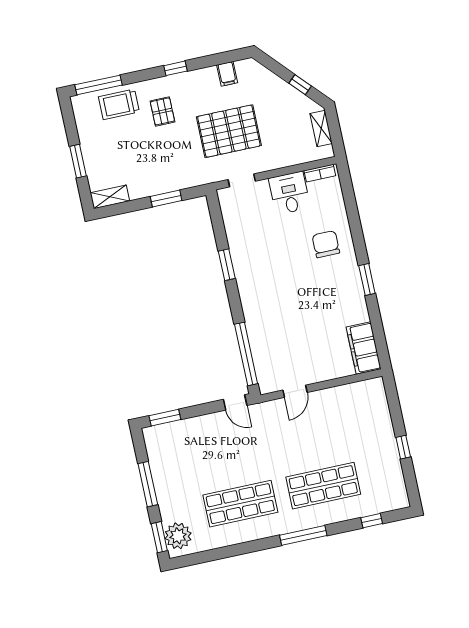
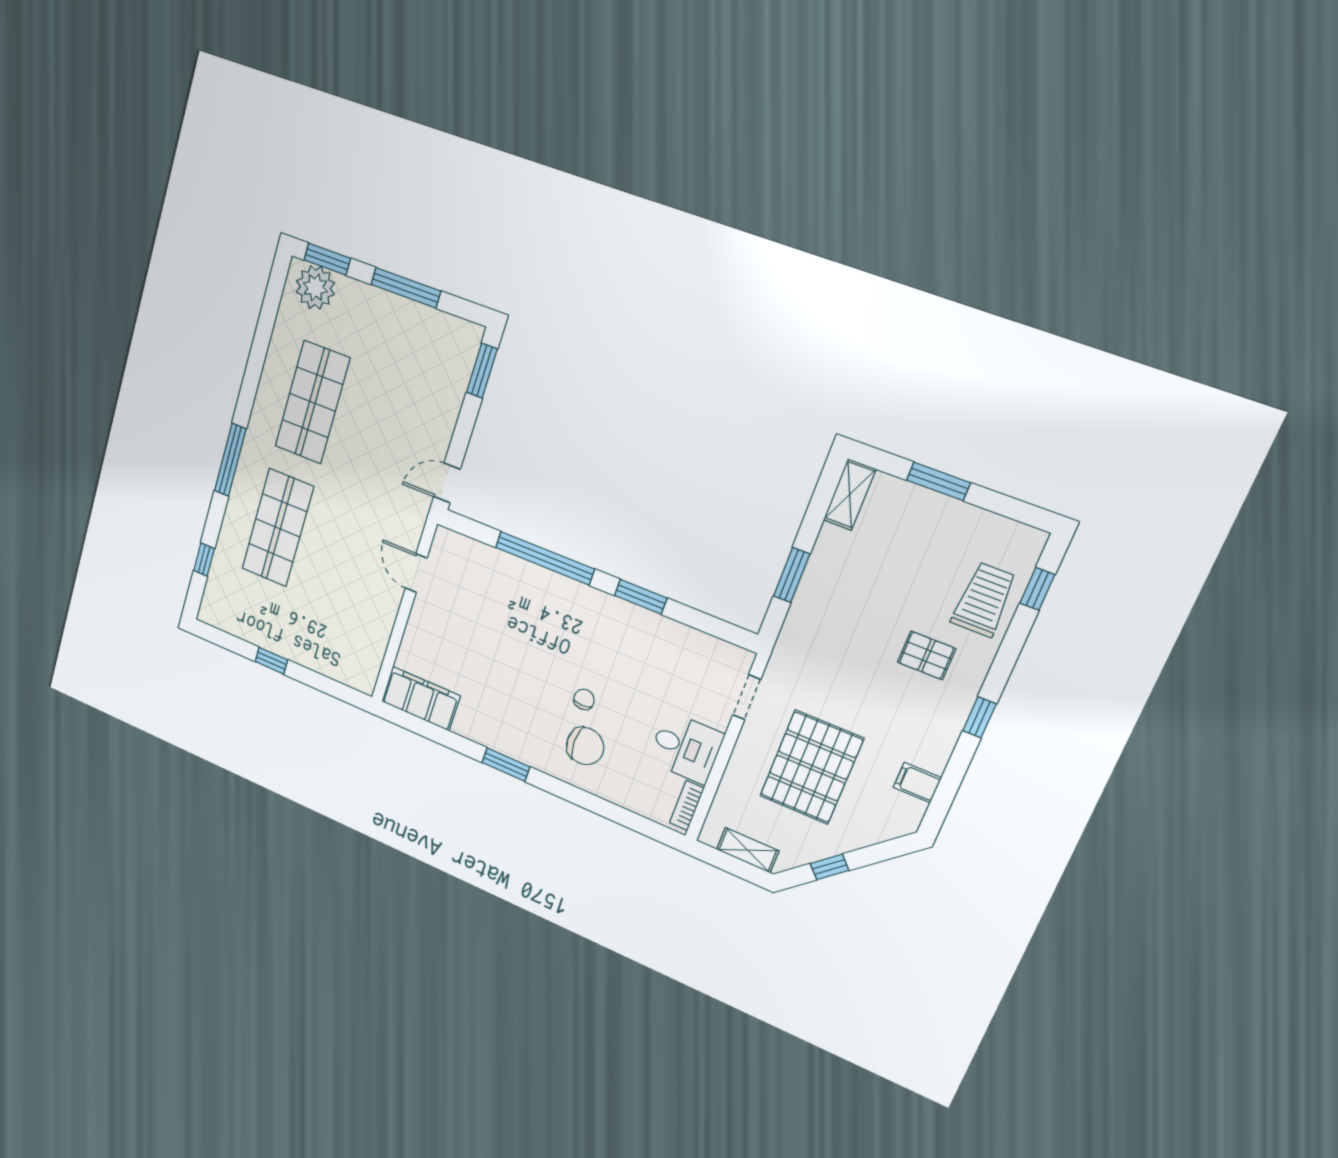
window: (98, 85) -> (1037, 589), width x0.46
pallet: (229, 131) -> (811, 767), moved
chair: (301, 260) -> (584, 699), added
window: (246, 354) -> (545, 558), moved

